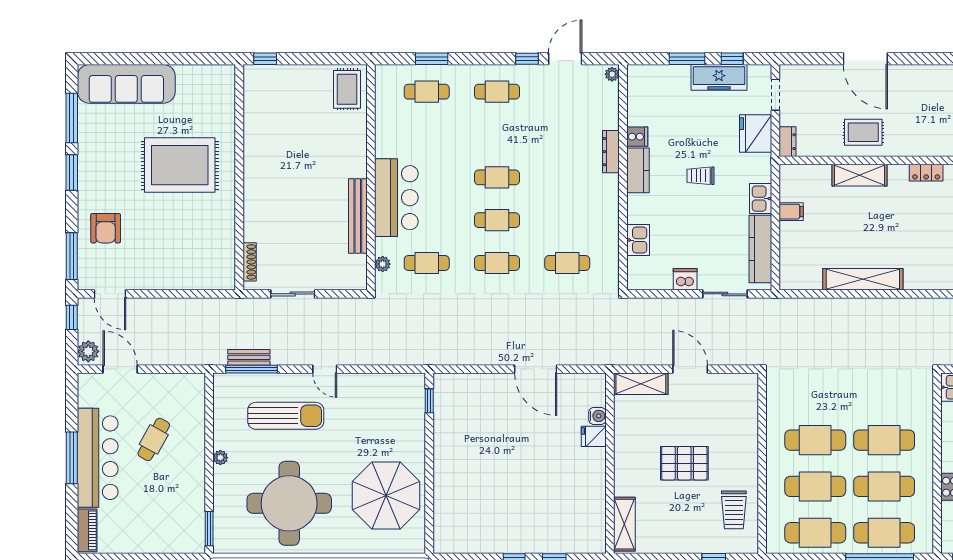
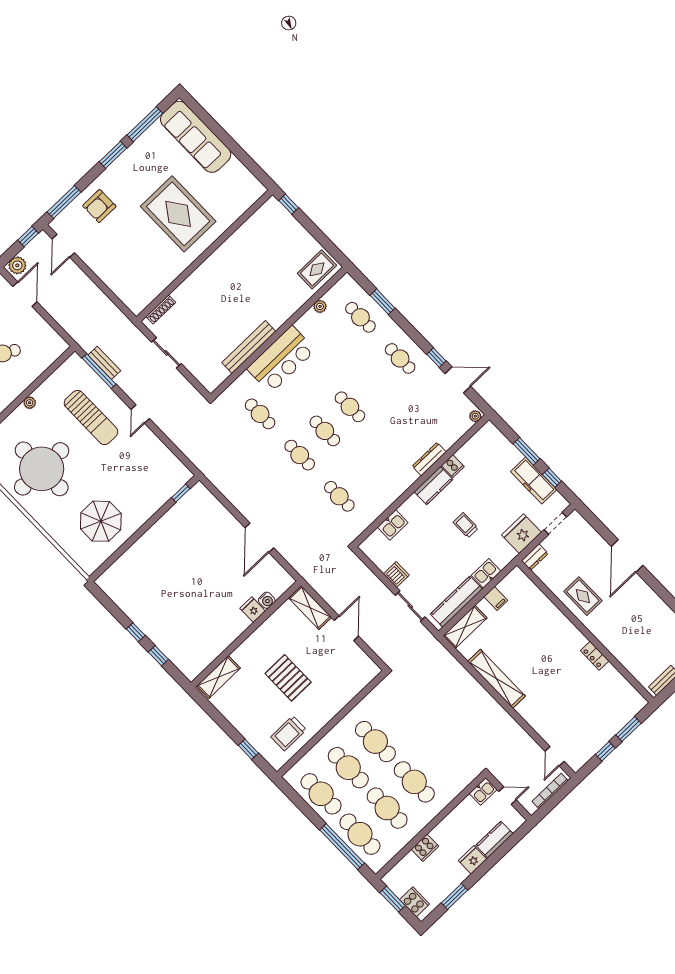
shelving: (859, 175) -> (465, 627), moved, turned 90
plant: (383, 264) -> (320, 306), moved
parasol: (386, 495) -> (101, 521), width x0.73, depth x0.73

